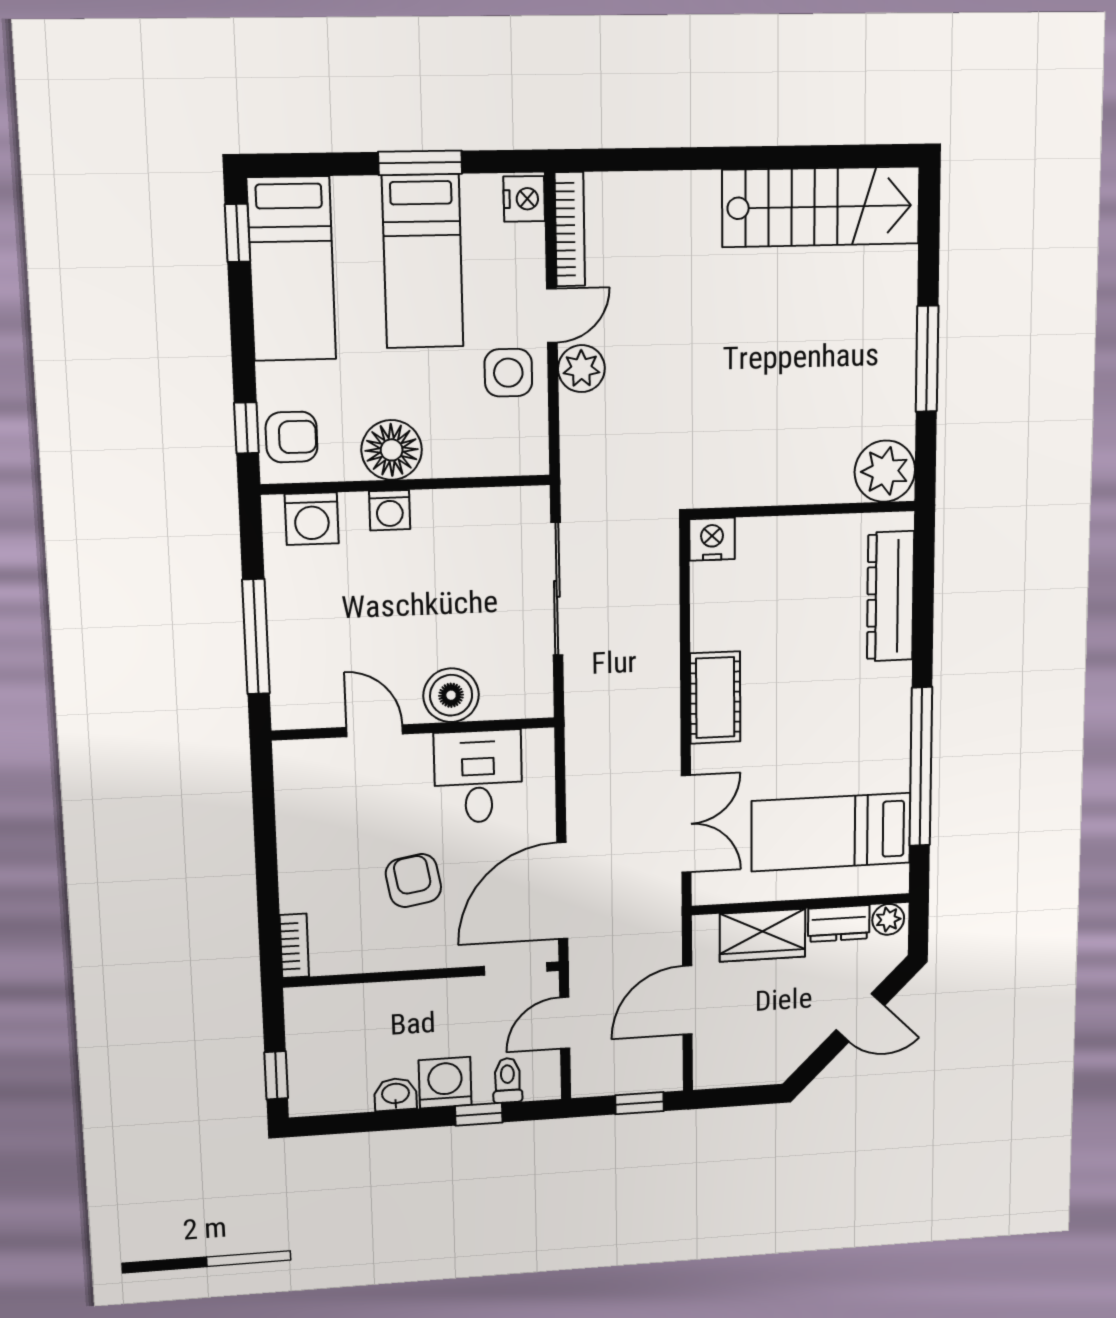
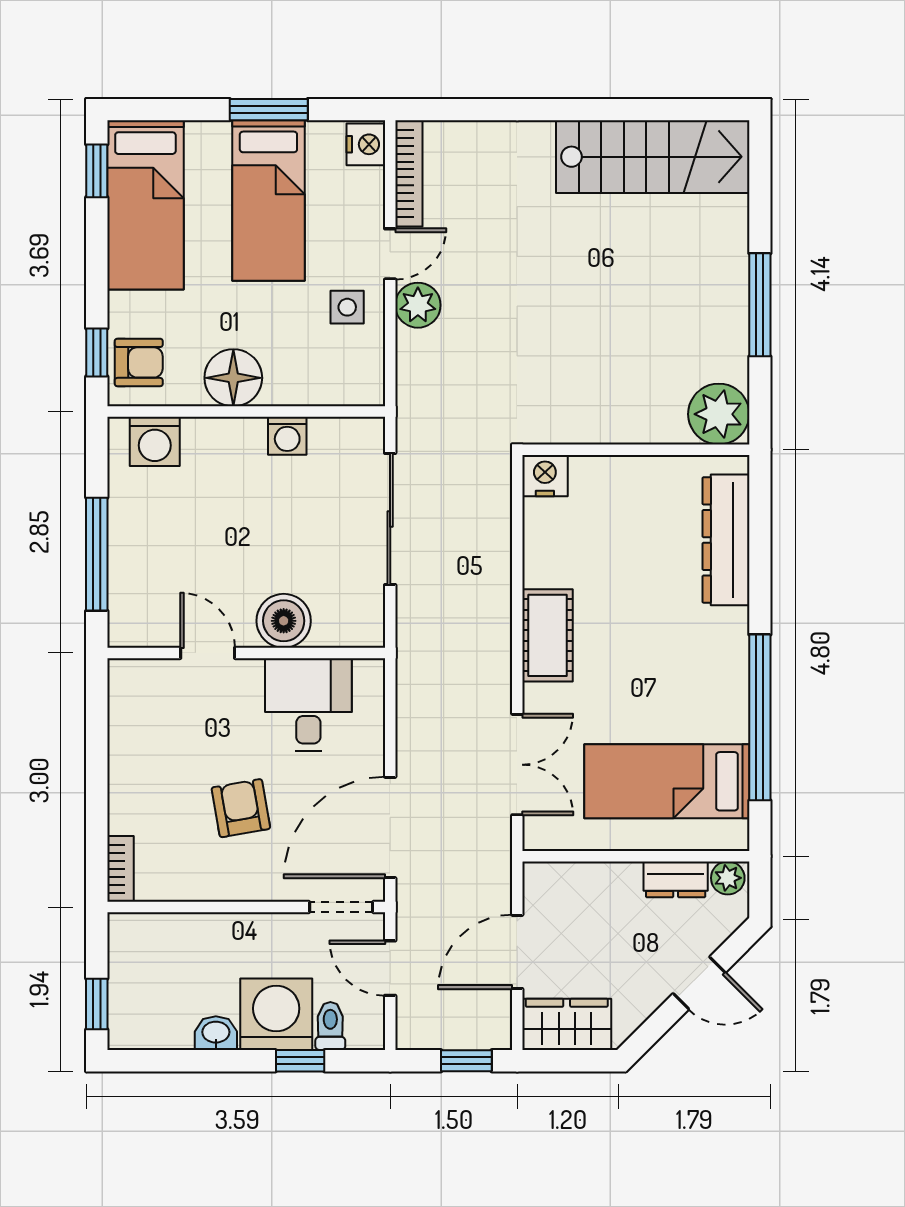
side table: (508, 373) -> (347, 307), width x0.73, depth x0.73
washing machine: (390, 510) -> (287, 436), moved
wardrobe: (763, 935) -> (567, 1024), moved, turned 180
door: (565, 1023) -> (390, 968), hinge flipped
washing machine: (445, 1083) -> (276, 1014), width x1.37, depth x1.37

